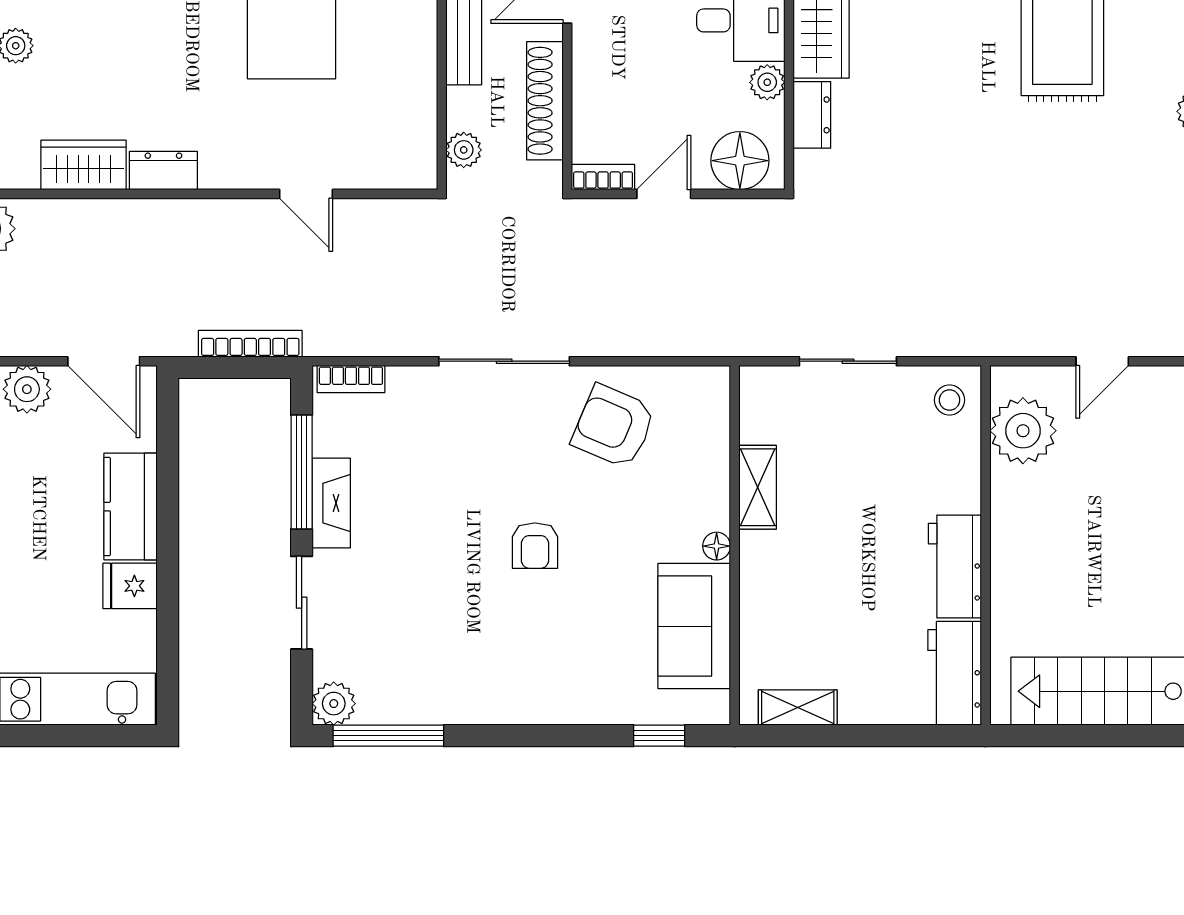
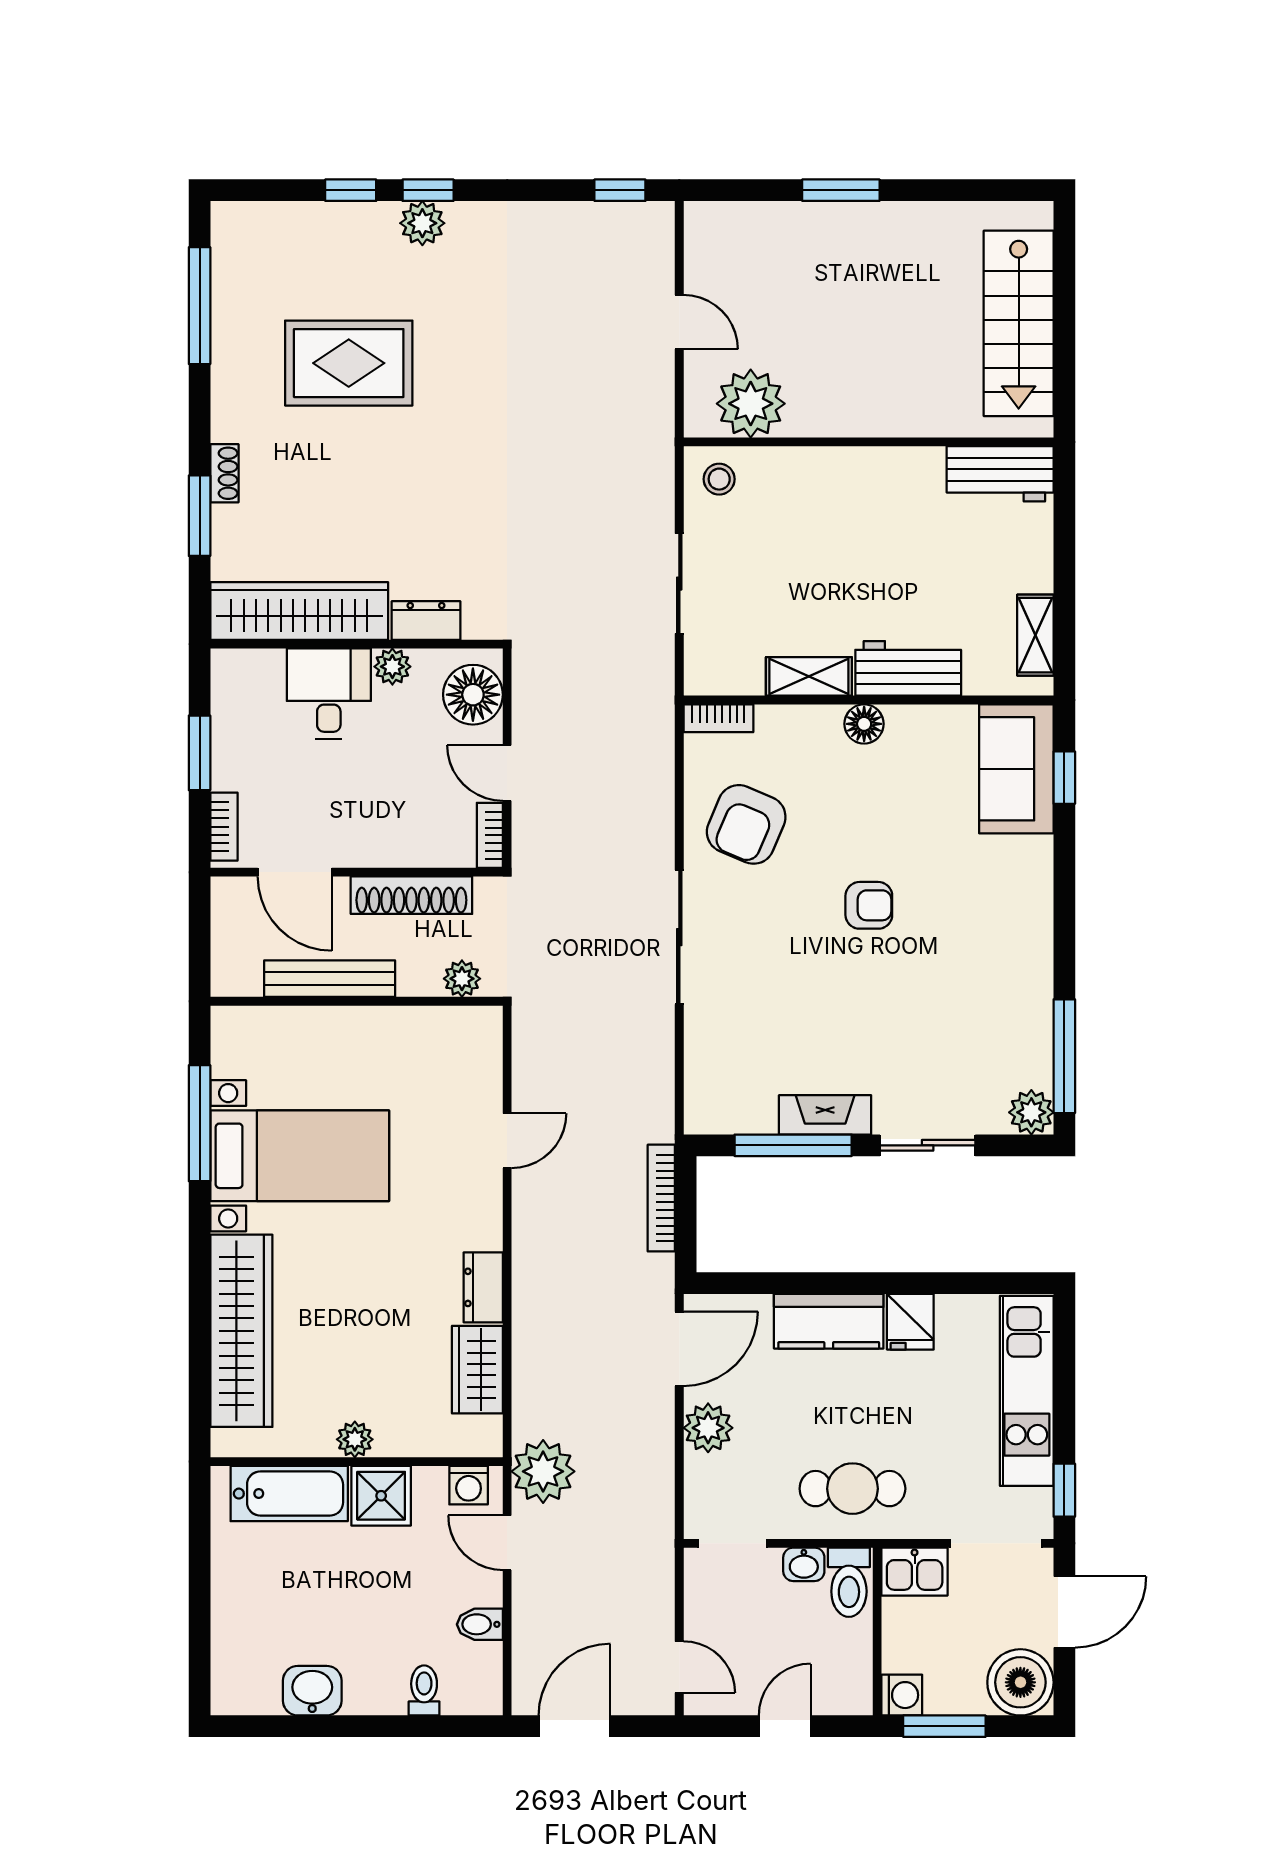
bookcase: (351, 379) -> (718, 718), moved, turned 90
floor lamp: (717, 546) -> (864, 724), width x1.37, depth x1.37
workbench: (955, 567) -> (908, 668), moved, turned 180
sofa: (694, 626) -> (1016, 769), moved, turned 90

